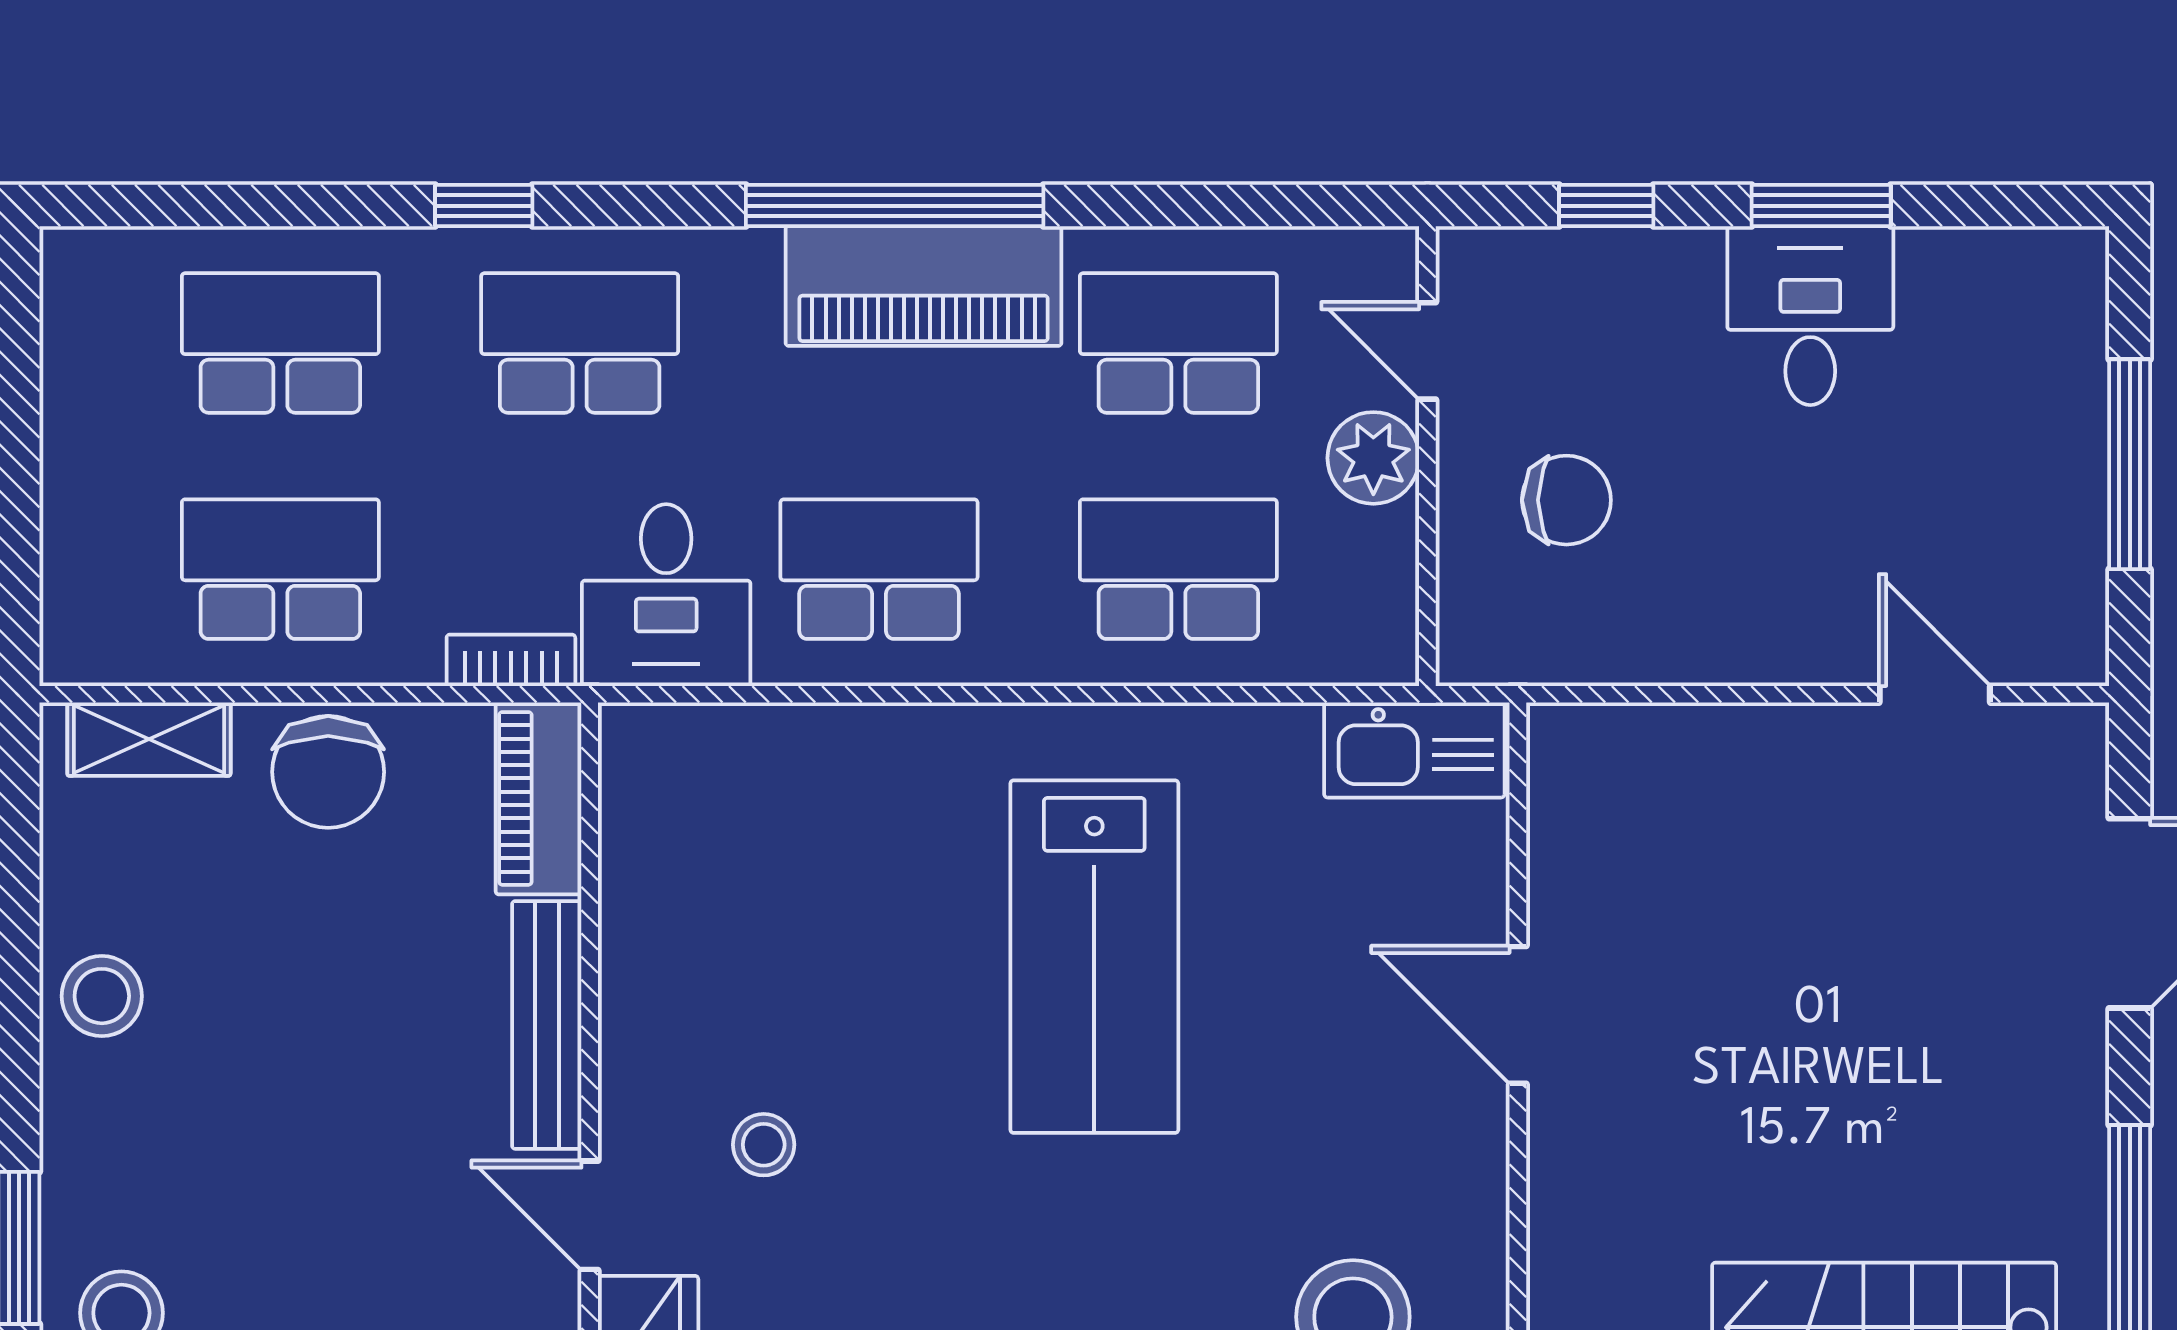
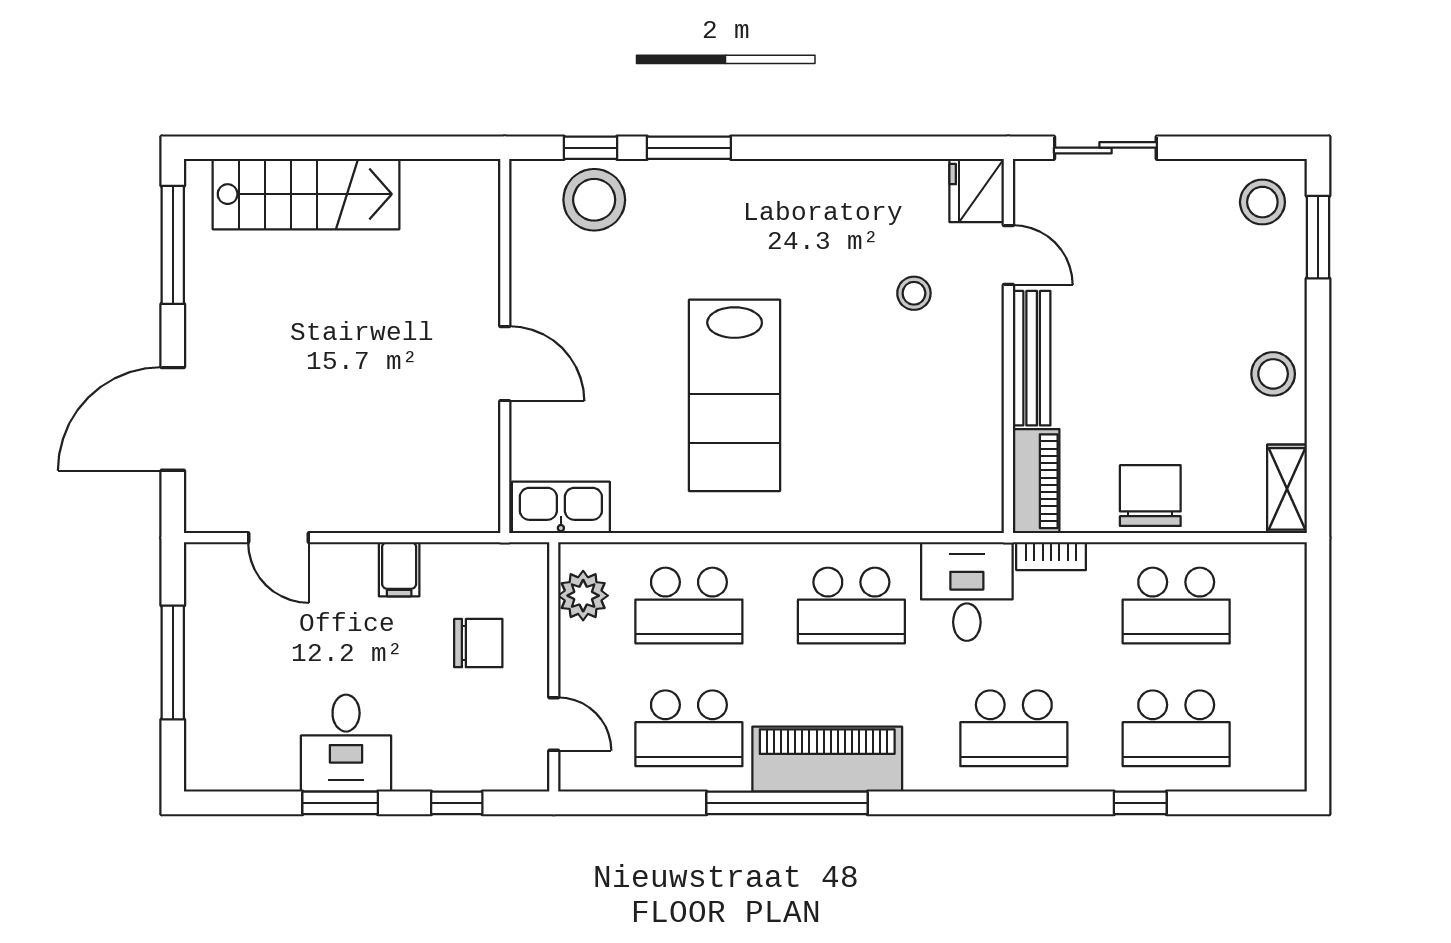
window: (484, 206) -> (1140, 803), moved
window: (895, 206) -> (787, 803), moved
plant: (1373, 458) -> (583, 596), moved
chair: (1566, 500) -> (478, 643), turned 180
filing cabinet: (1712, 636) -> (399, 569), added
shelving: (149, 739) -> (1287, 489), moved, turned 90
lab bench: (1094, 957) -> (735, 395), turned 180

